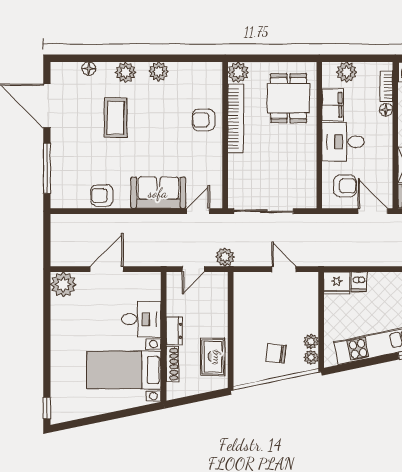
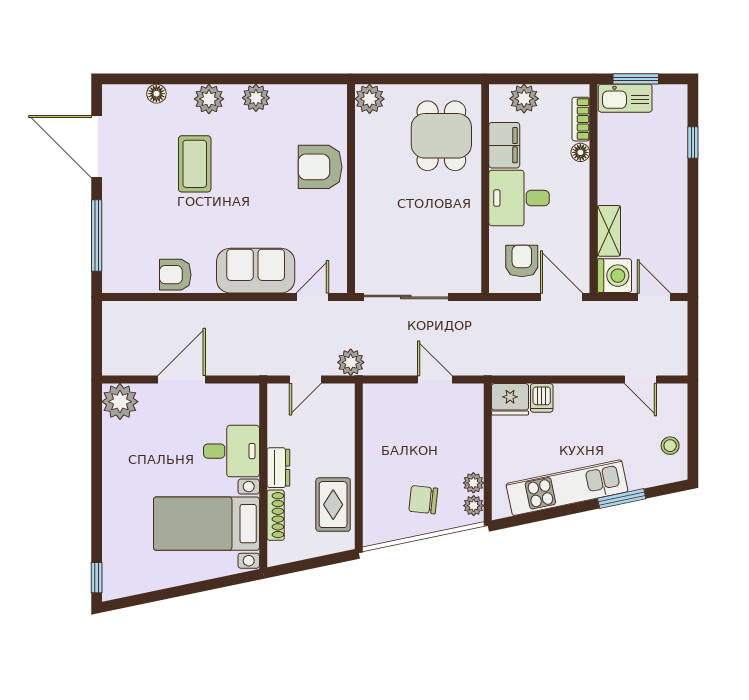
bookcase: (236, 118) -> (366, 165), removed
armchair: (203, 120) -> (320, 167), width x1.38, depth x1.38
armchair: (345, 186) -> (522, 261), turned -90

